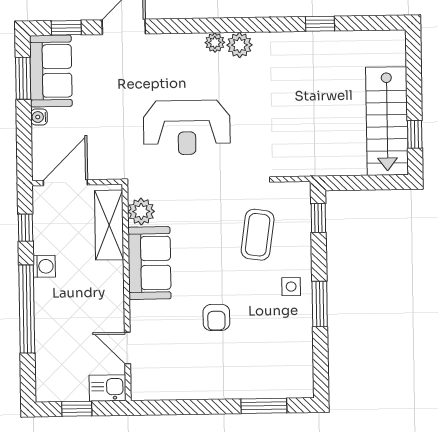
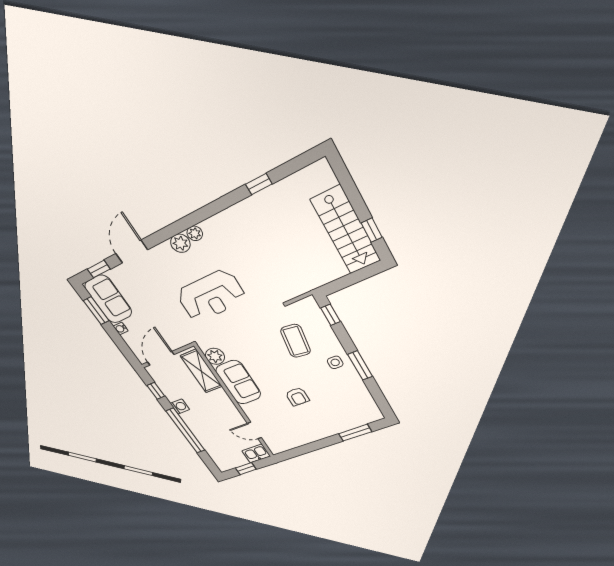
plant: (239, 45) -> (180, 243), moved

